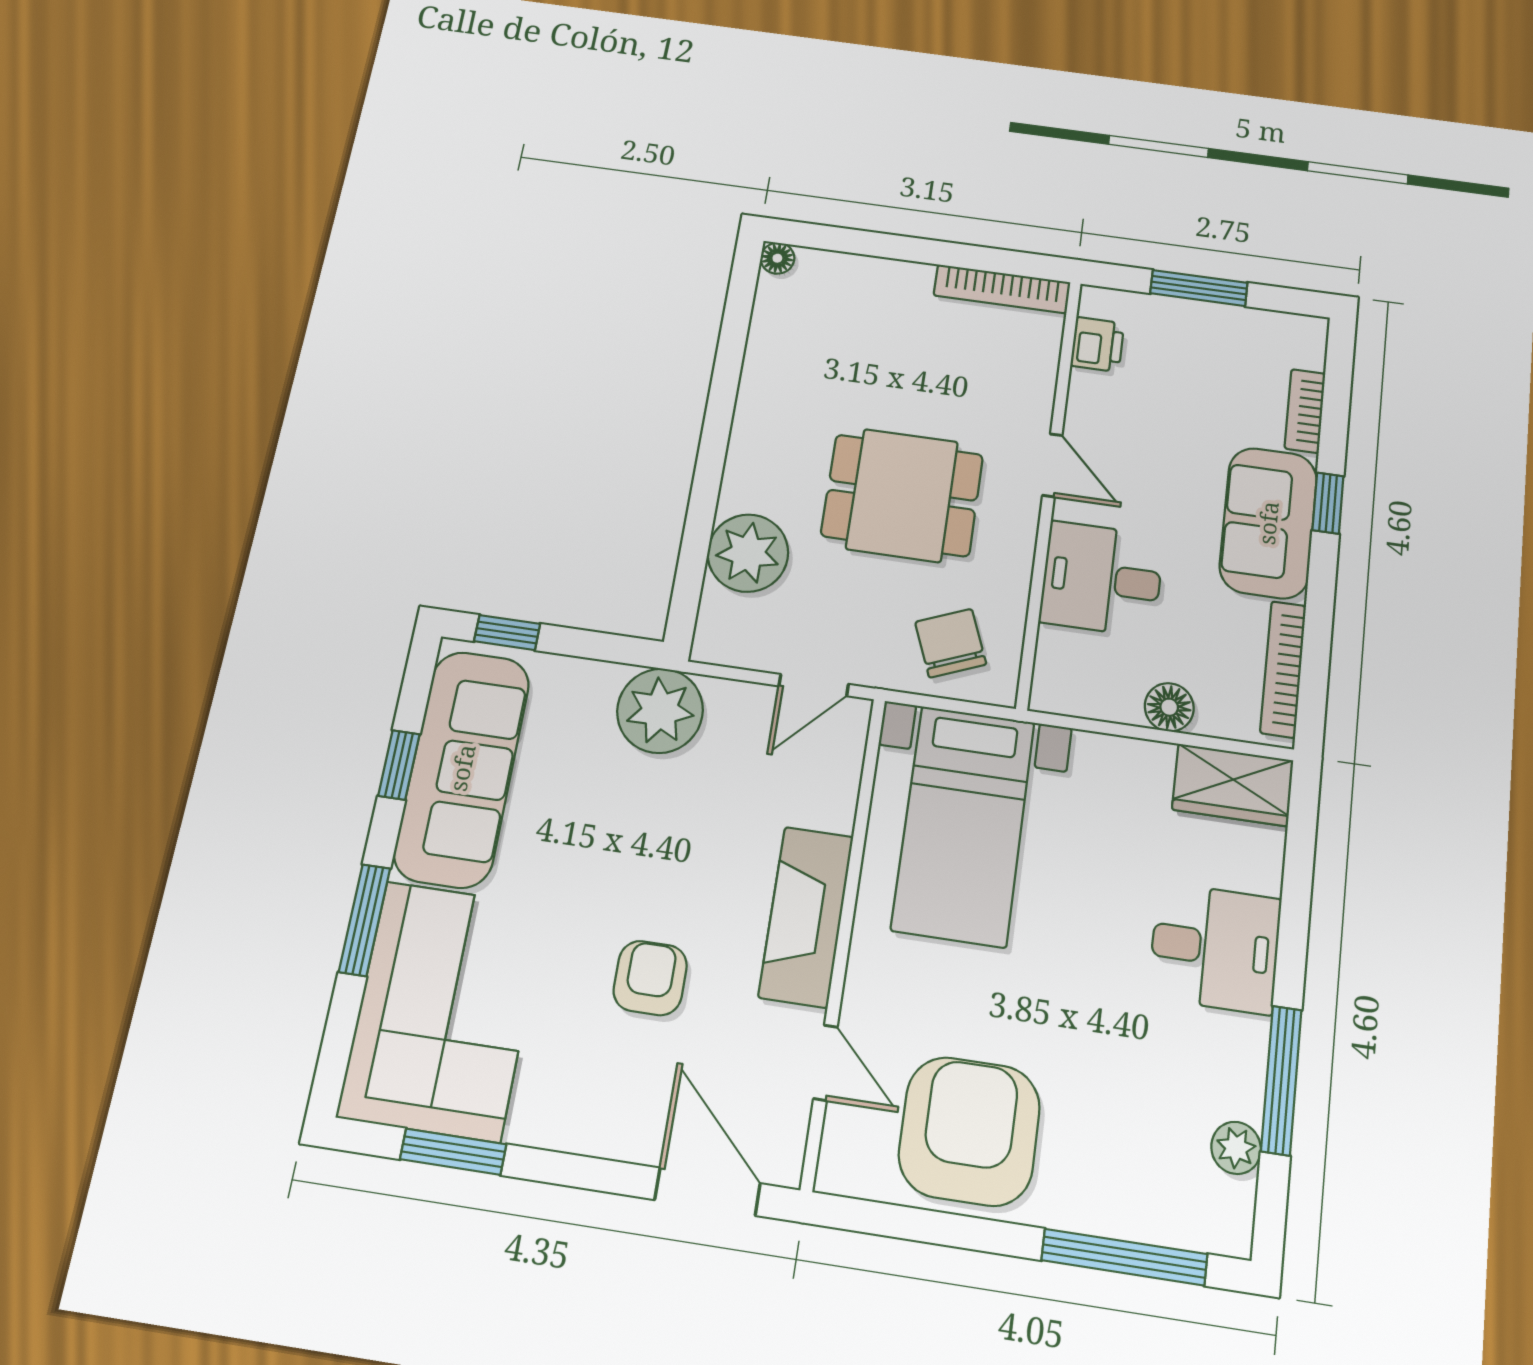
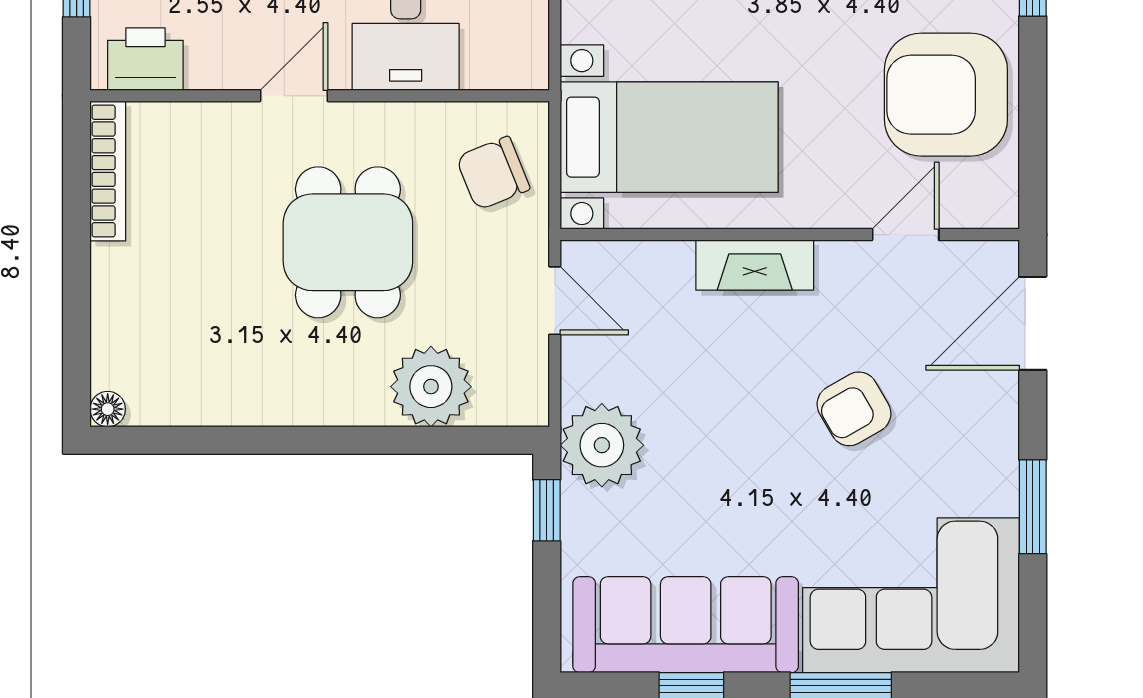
printer: (1097, 344) -> (145, 59), width x1.36, depth x1.24
window: (507, 633) -> (547, 510), moved
fireplace: (806, 916) -> (755, 265), width x0.73, depth x0.76
armchair: (650, 978) -> (854, 409), turned -30
window: (453, 1152) -> (1033, 507), moved

